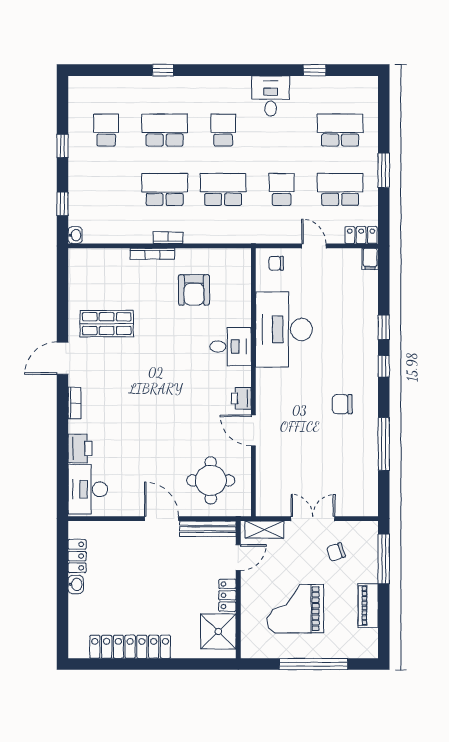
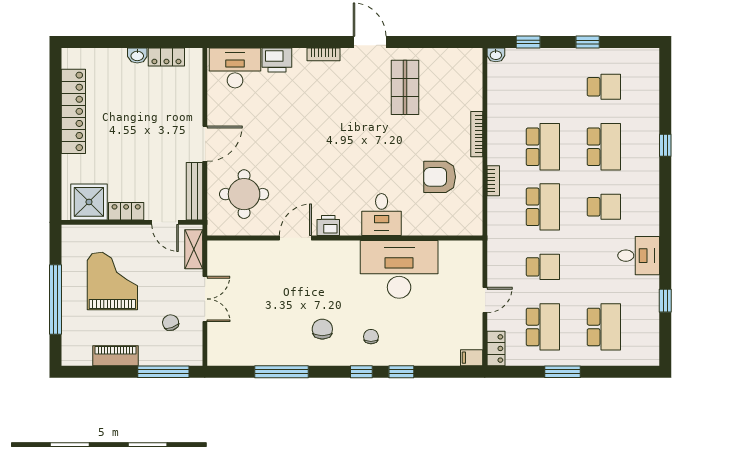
bookcase: (168, 238) -> (493, 181), moved
chair: (276, 263) -> (371, 337), moved

